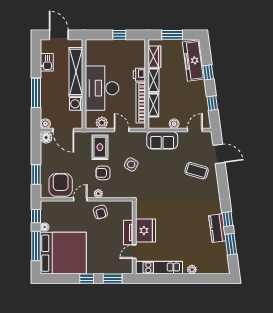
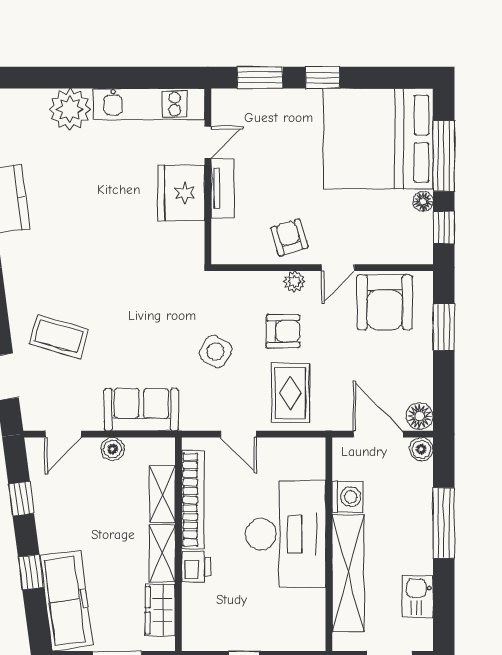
plant: (102, 123) -> (286, 452), removed
plant: (192, 270) -> (70, 109), width x1.87, depth x1.87

